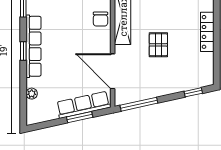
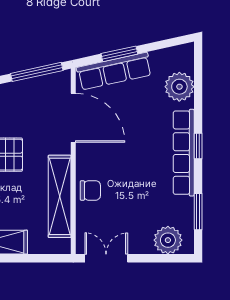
chair: (100, 19) -> (90, 190), turned 90
plant: (32, 94) -> (179, 87), width x1.88, depth x1.88

